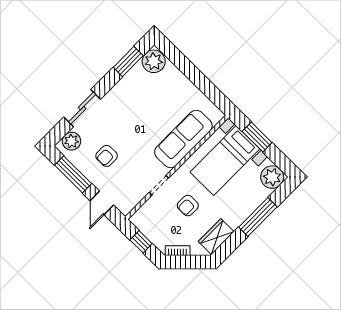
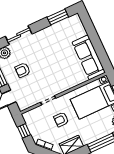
plant: (154, 61) -> (74, 23), removed
sofa: (183, 139) -> (89, 57), moved, turned -90

